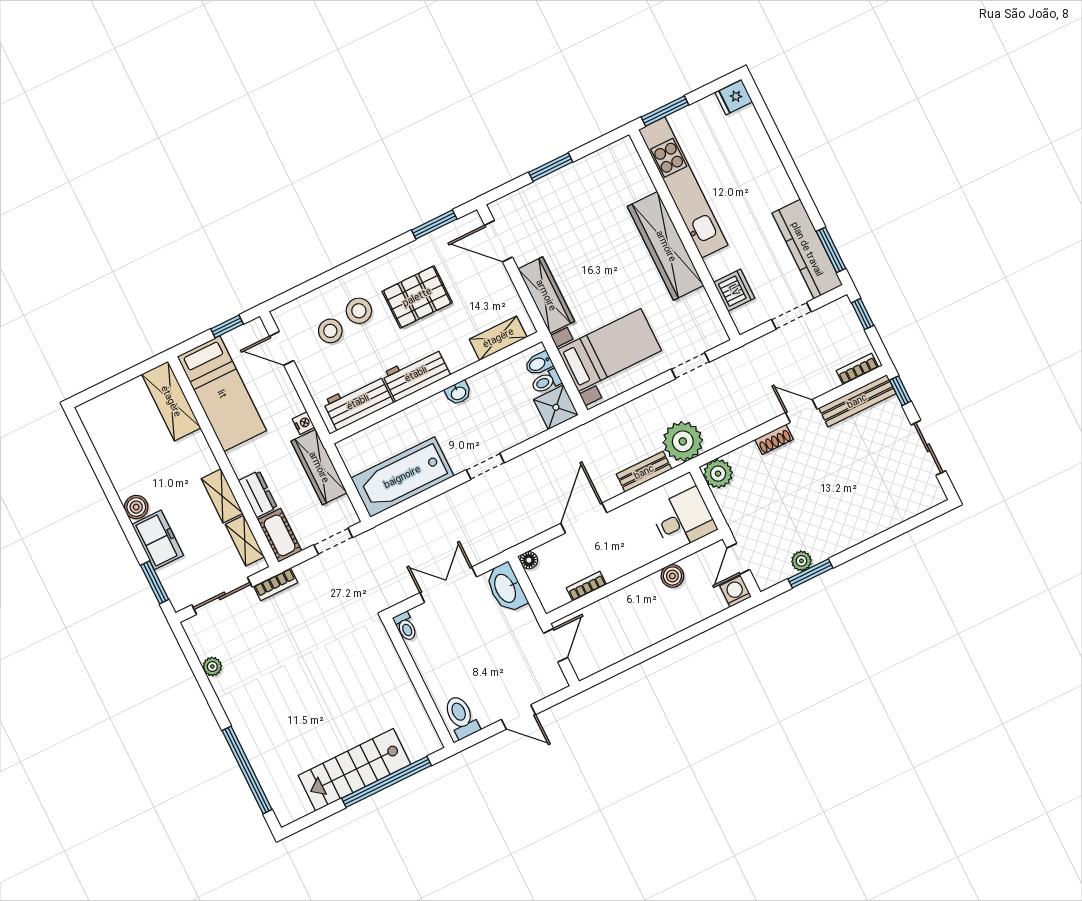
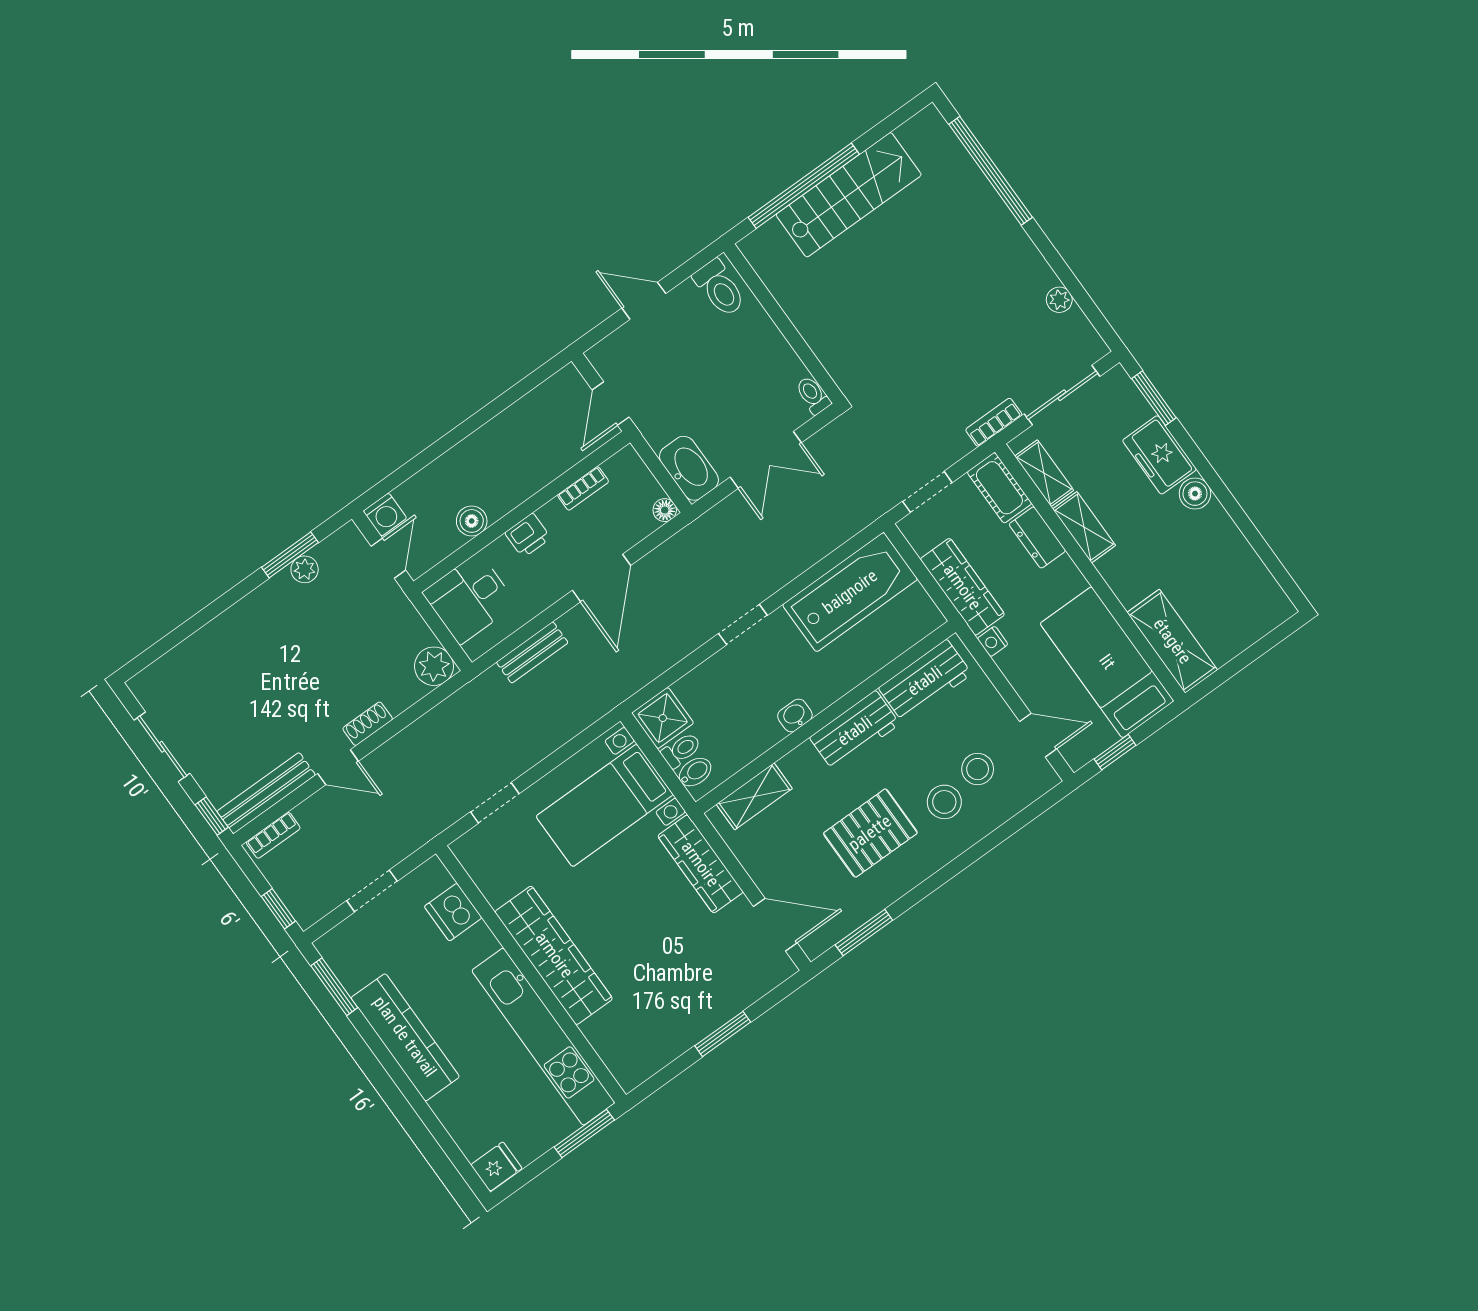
kitchen counter: (807, 249) -> (405, 1037), moved
plant: (683, 441) -> (488, 701), removed
printer: (633, 558) -> (528, 535), added

